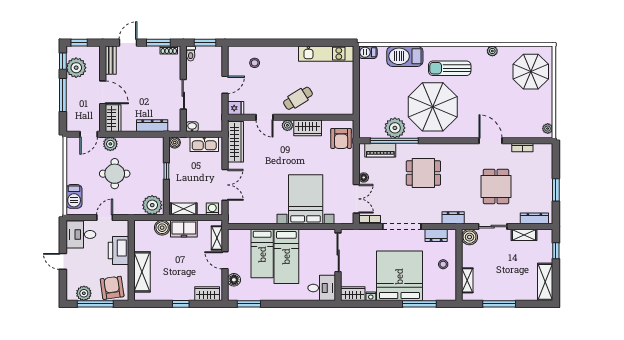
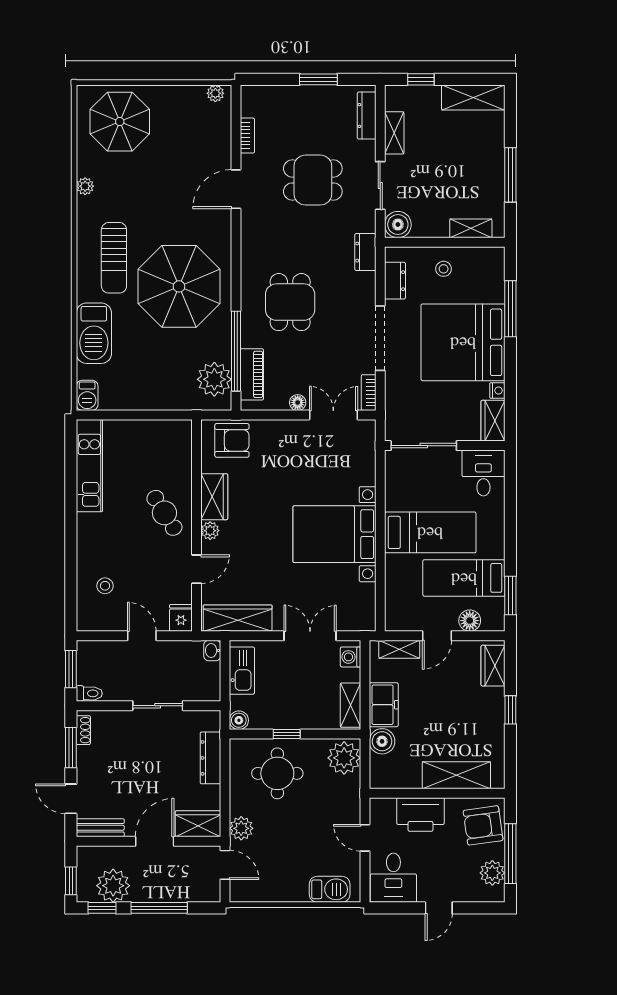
washbasin: (192, 127) -> (212, 650), moved
plant: (395, 128) -> (214, 379), moved
round table: (115, 174) -> (277, 773), moved
bed with nightstands: (306, 199) -> (334, 534), moved
bed: (262, 254) -> (464, 578), moved, turned 180

